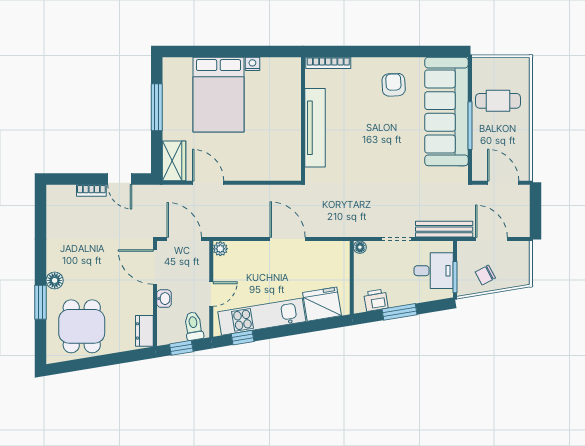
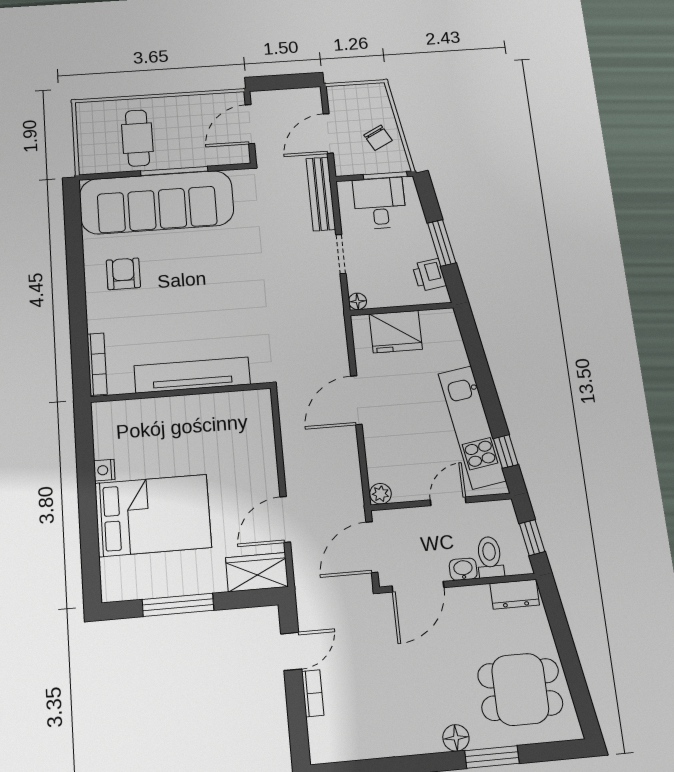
armchair: (394, 85) -> (123, 274), turned 93
door: (211, 294) -> (448, 501), hinge flipped
fridge: (322, 304) -> (396, 332), moved, turned -81
toilet: (194, 326) -> (490, 557), moved, turned 99

